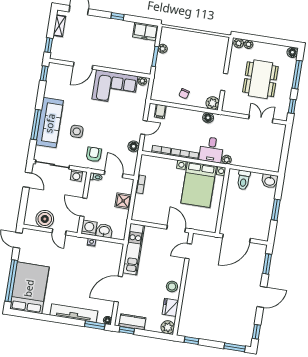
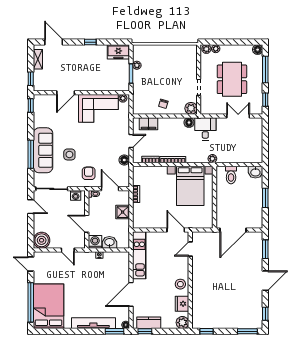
filing cabinet: (160, 111) -> (149, 124), width x2.00
desk: (211, 150) -> (205, 129), moved, turned 180
boiler: (45, 219) -> (42, 240), moved

